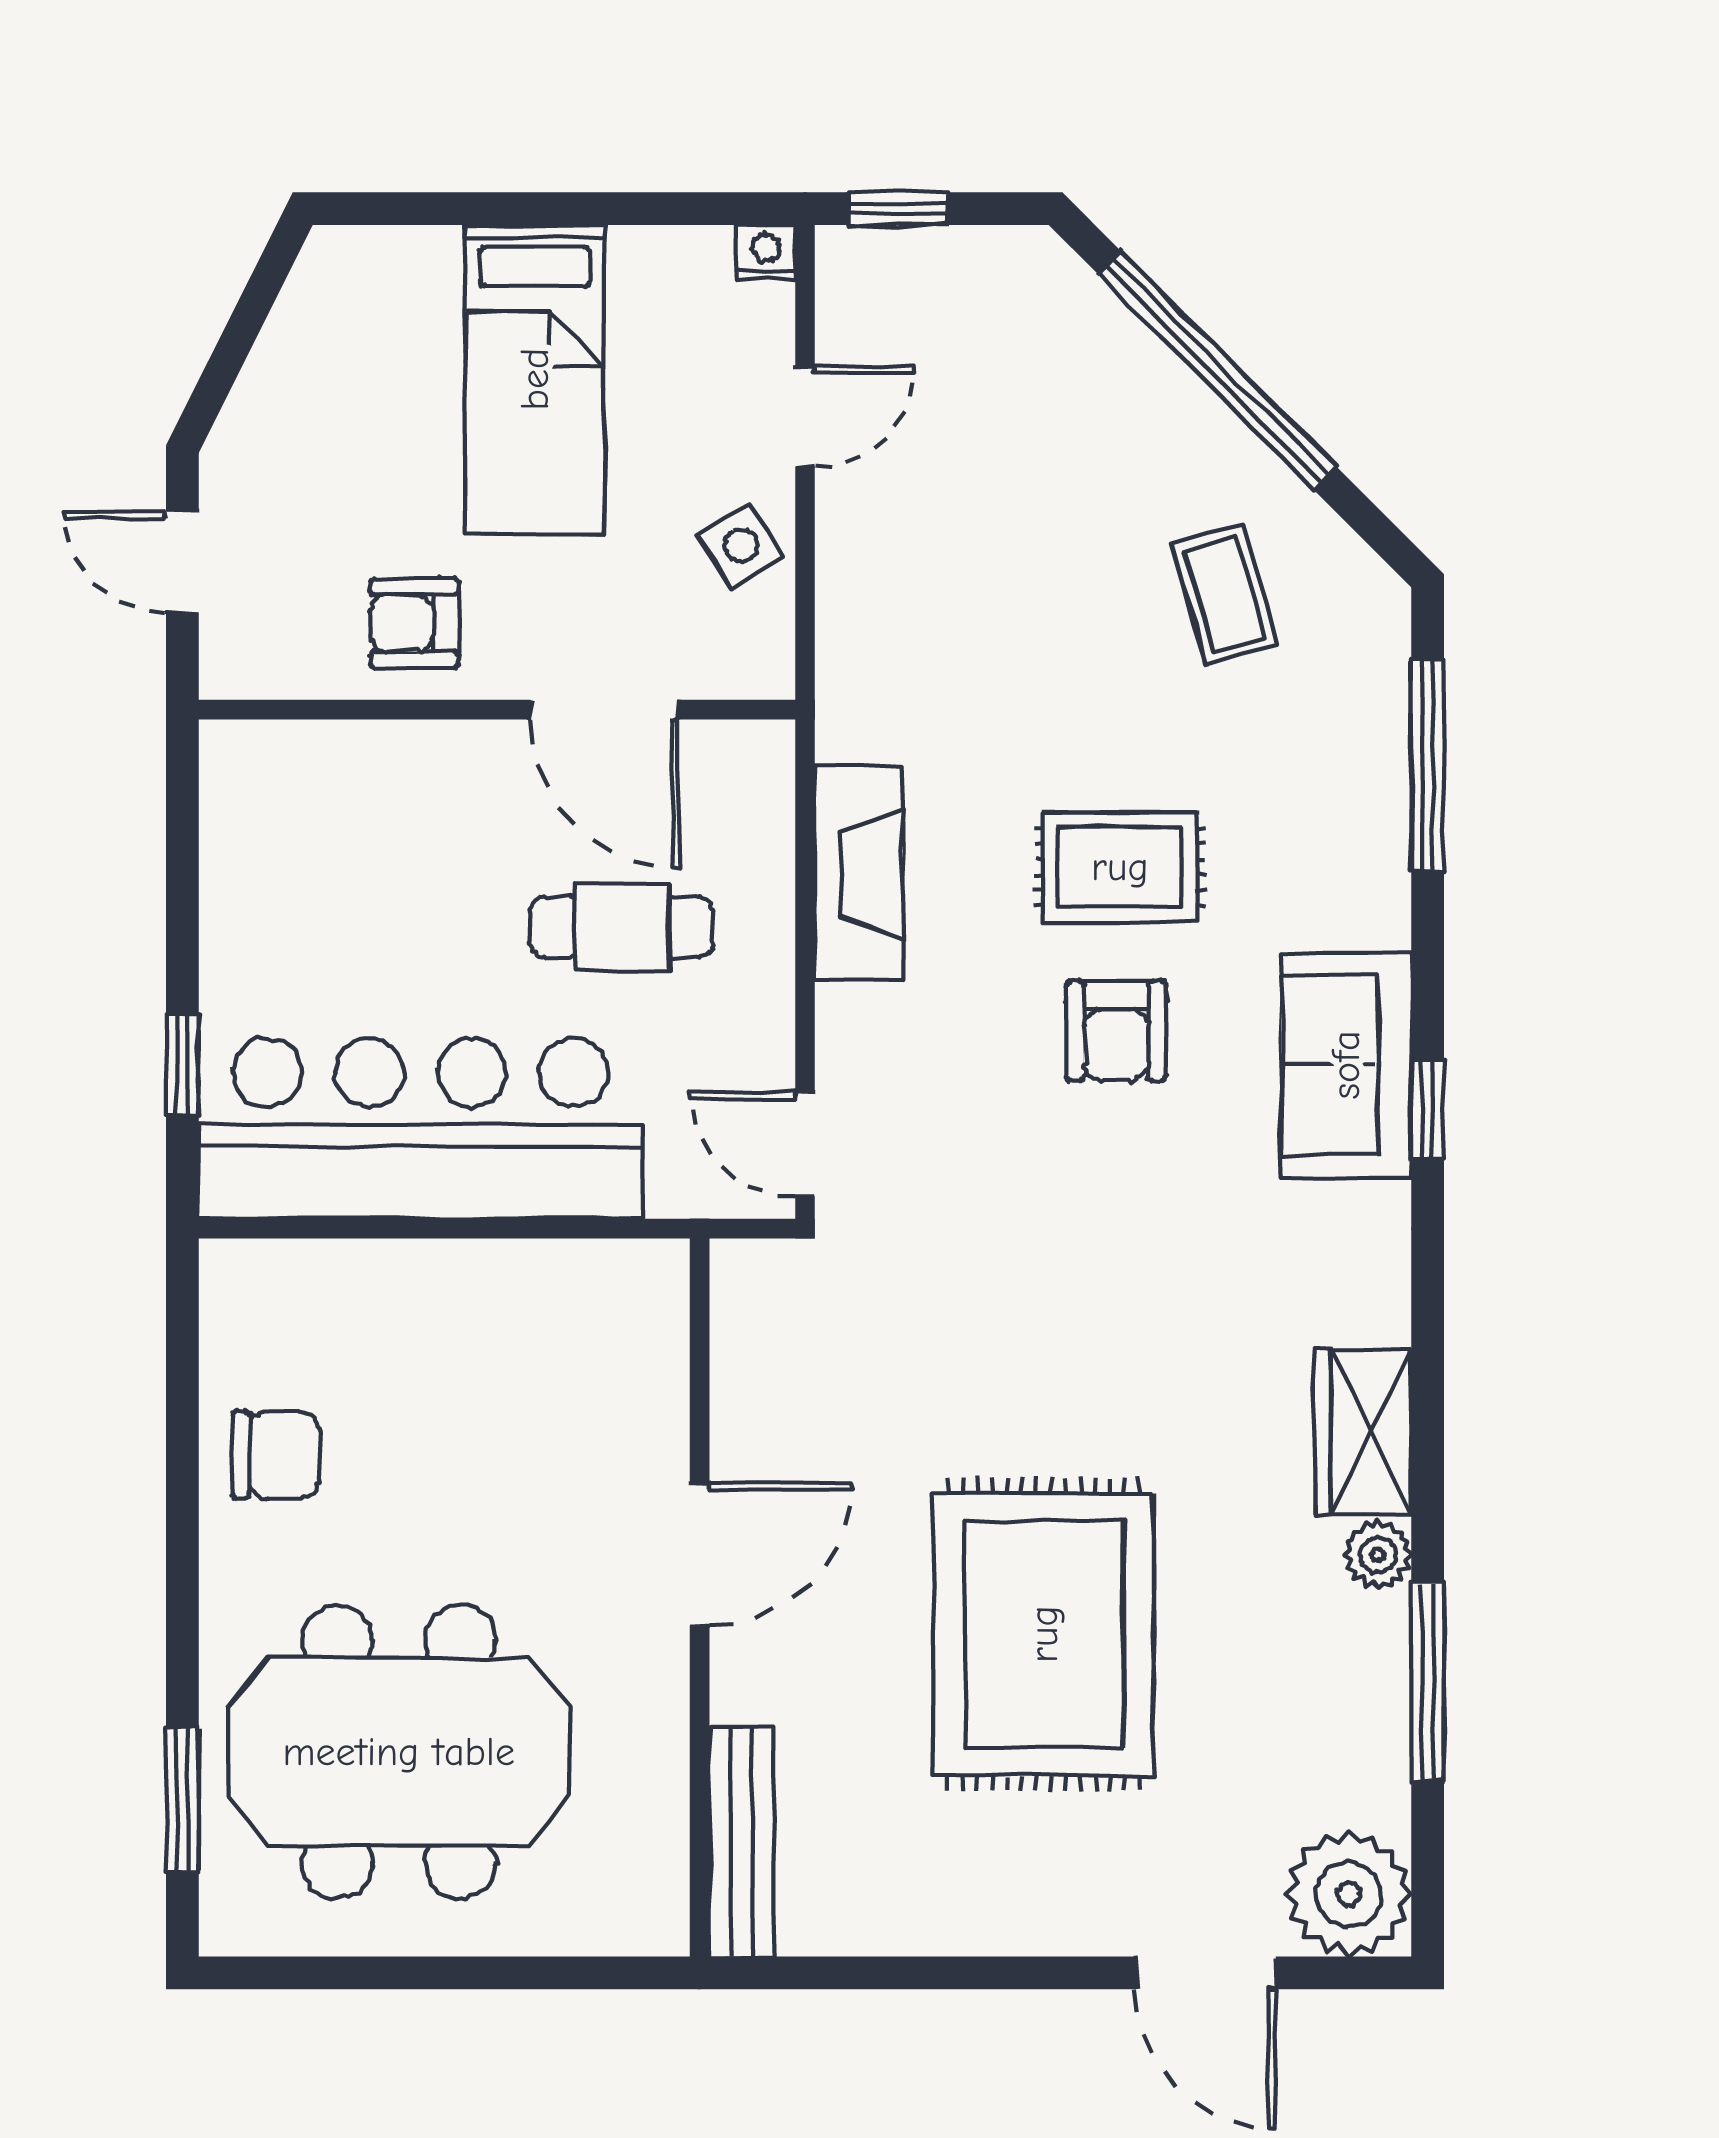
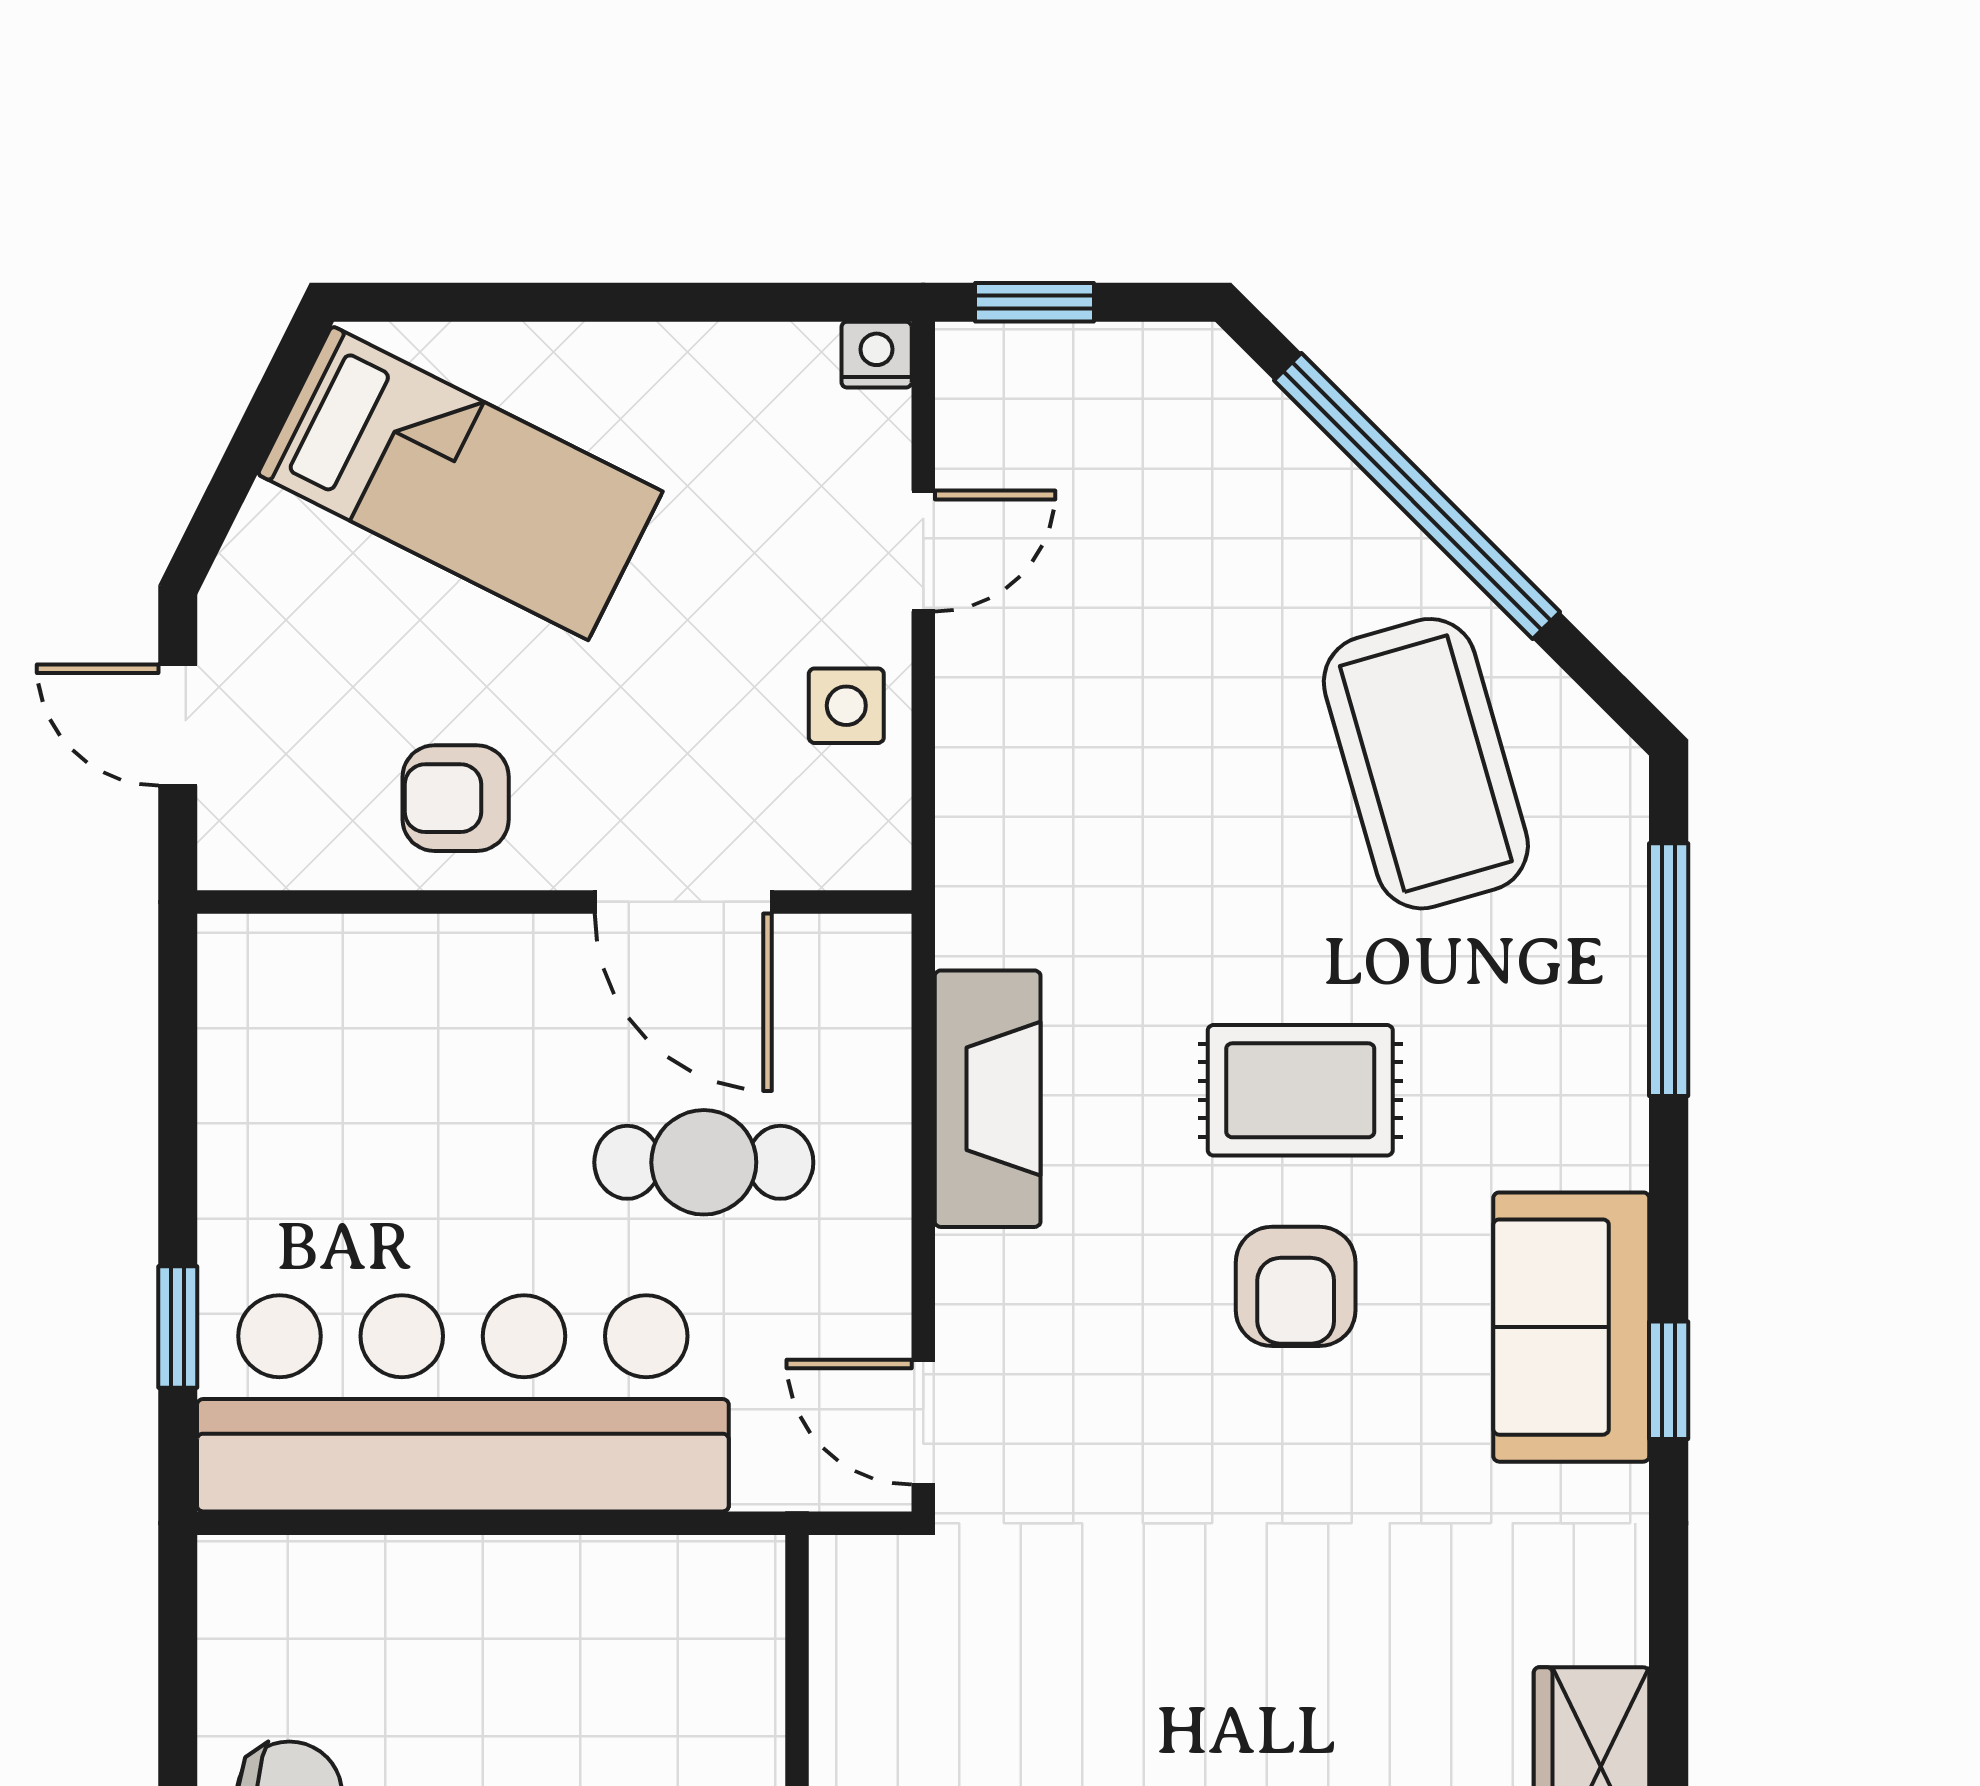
bed: (535, 379) -> (460, 483), moved, turned -63
side table: (741, 546) -> (846, 706), turned 32
coffee table: (1225, 594) -> (1426, 764), width x1.86, depth x1.72

